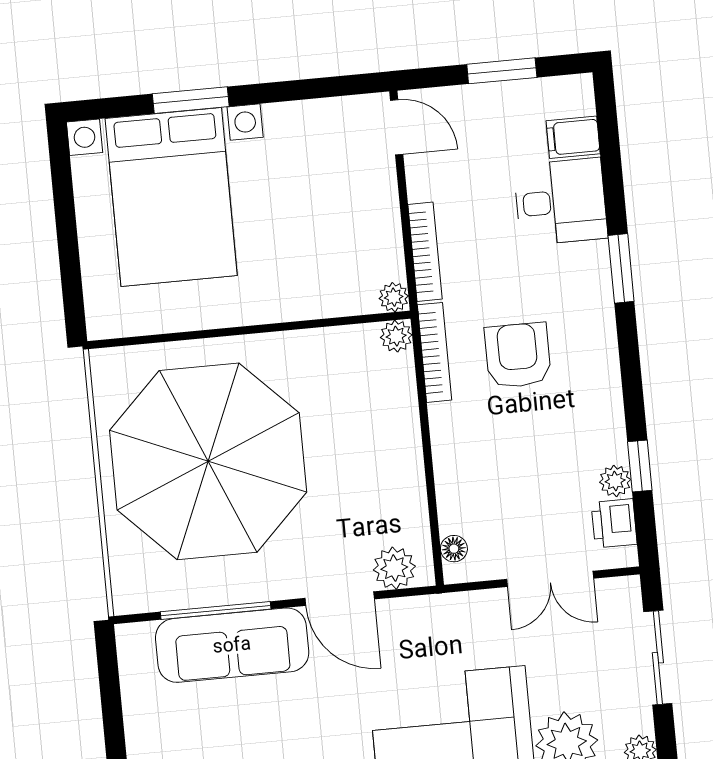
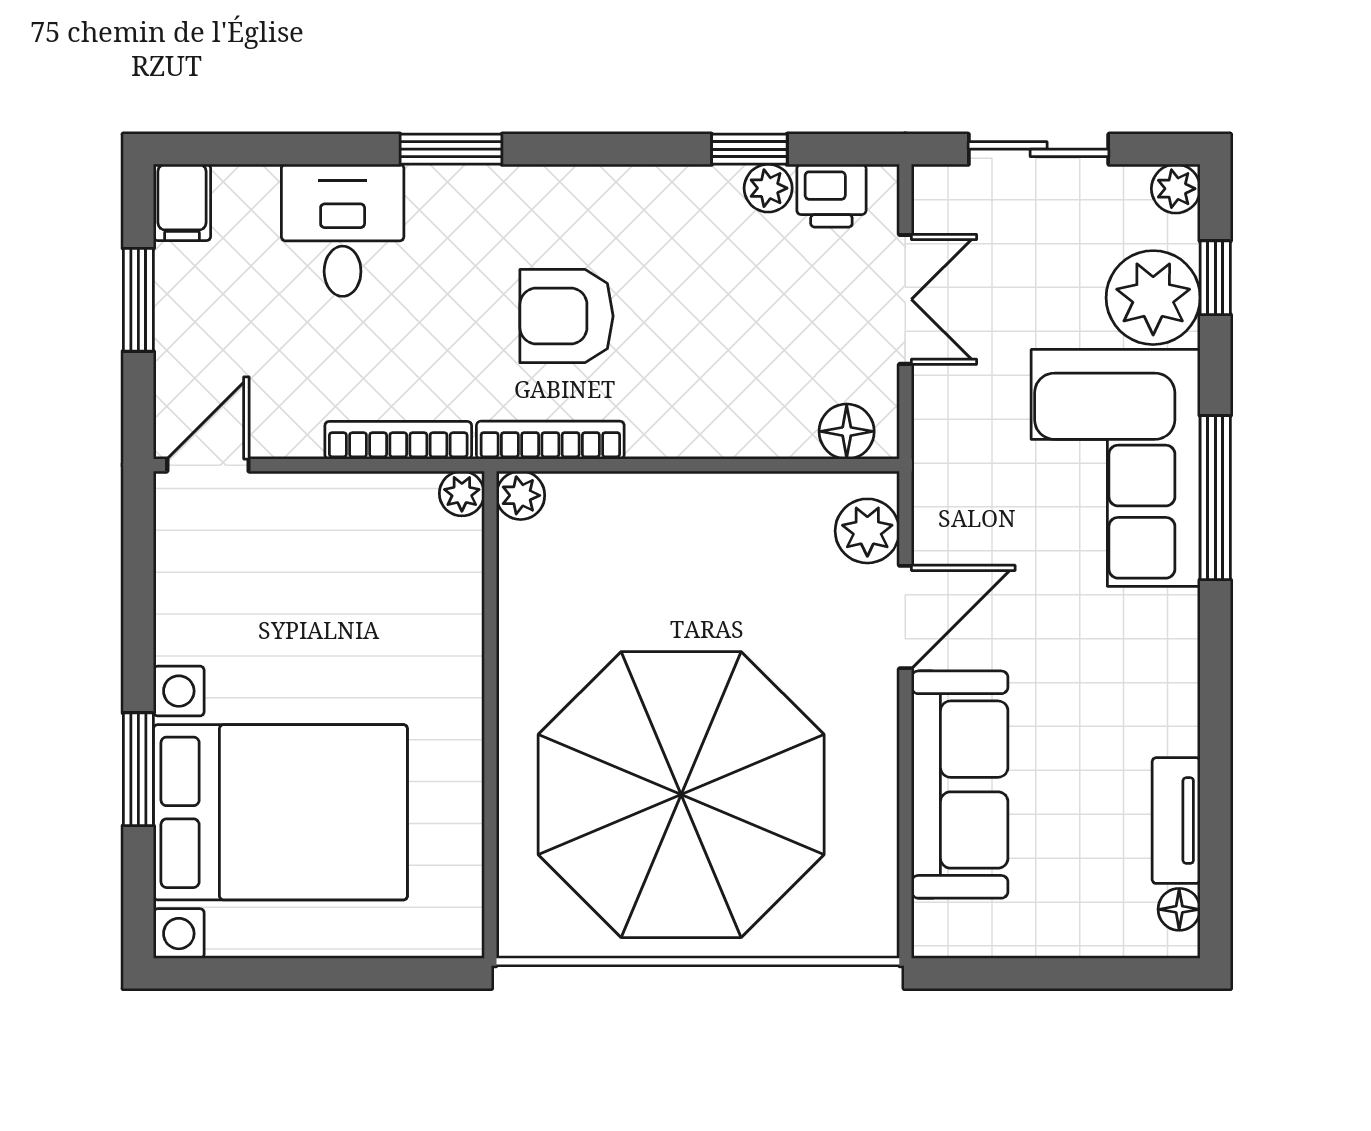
filing cabinet: (573, 137) -> (182, 202), moved
floor lamp: (454, 549) -> (847, 431), width x1.37, depth x1.37
window: (216, 610) -> (905, 804), removed

